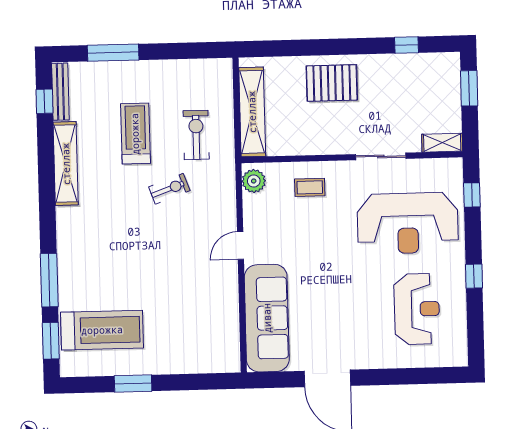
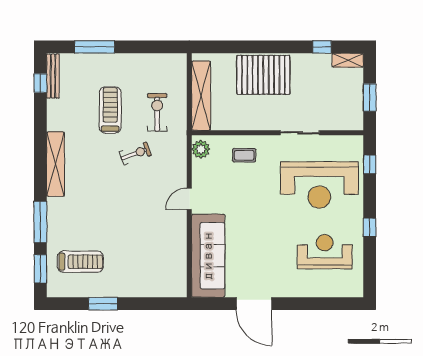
pallet: (332, 83) -> (263, 75), width x1.37, depth x1.41
window: (469, 88) -> (370, 97), moved
shelving: (442, 143) -> (348, 60), moved
shelving: (66, 164) -> (56, 164), moved
reception desk: (417, 309) -> (325, 252), turned -90
treadmill: (102, 330) -> (80, 262), width x0.73, depth x0.73

